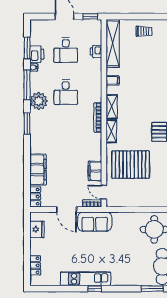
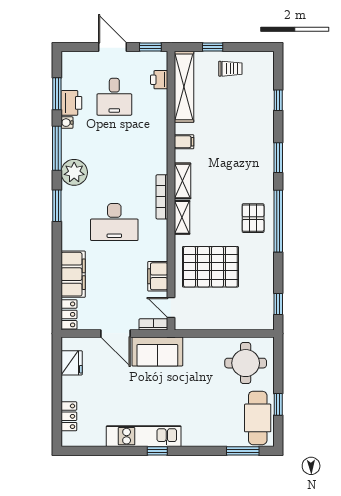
window: (132, 17) -> (213, 47), added
printer: (96, 51) -> (159, 80), moved
desk: (66, 92) -> (114, 222), moved, width x1.37

